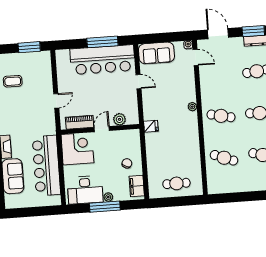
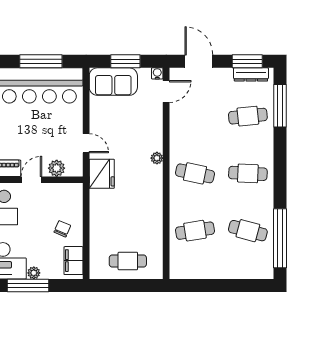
window: (164, 38) -> (125, 61), added
door: (196, 57) -> (166, 91), hinge flipped
door: (138, 82) -> (86, 143), moved
fridge: (151, 126) -> (102, 174), width x1.88, depth x1.34
cafe table: (224, 158) -> (195, 231), turned -30

